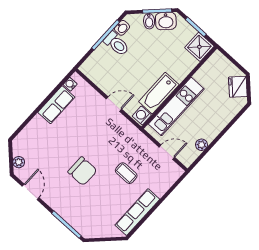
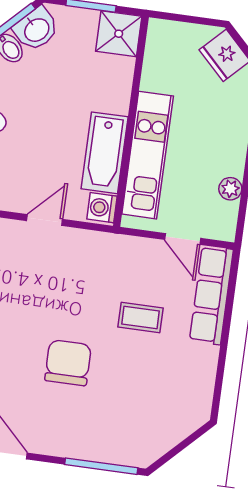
door: (167, 152) -> (183, 239), swing flipped
chair: (82, 171) -> (68, 363), turned -90
row of seats: (137, 212) -> (211, 295), moved

